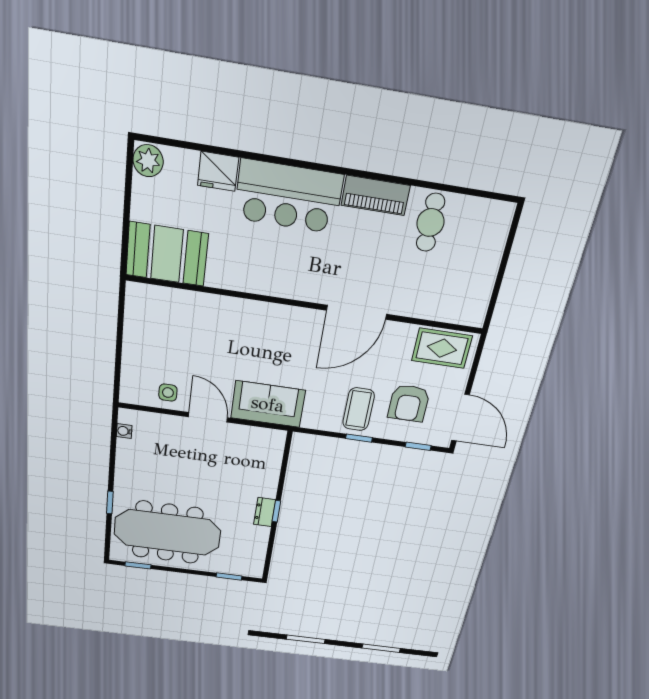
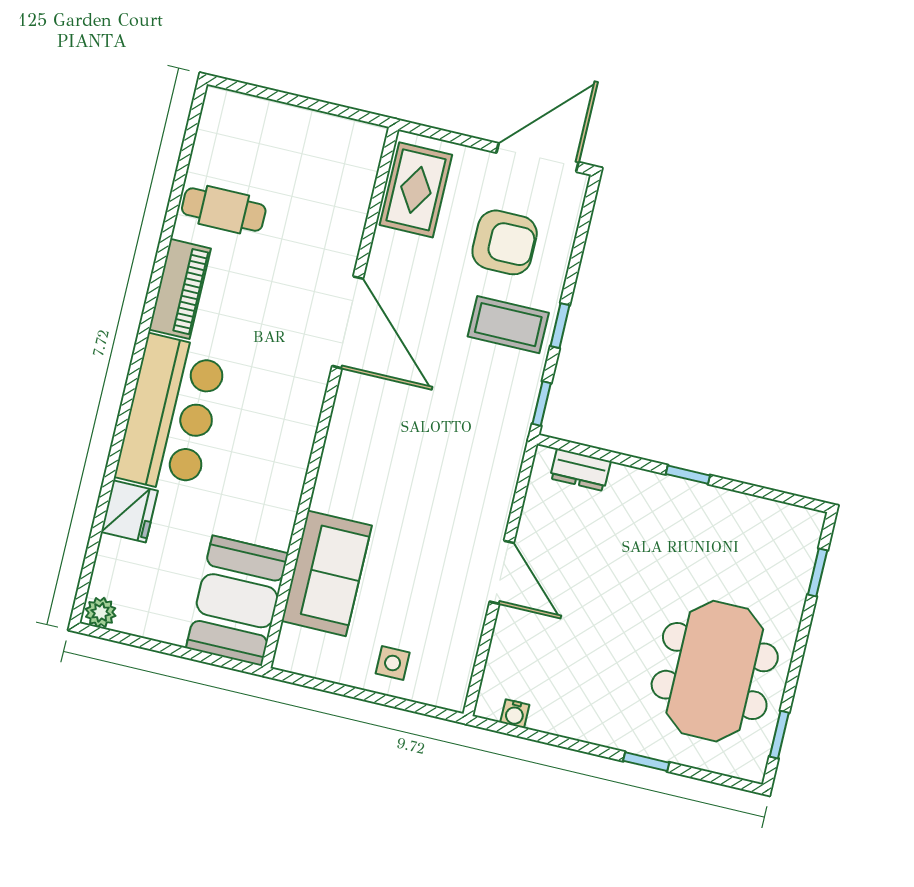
plant: (148, 161) -> (101, 612), width x0.73, depth x0.73
side table: (168, 393) -> (393, 663), moved
sofa: (268, 404) -> (327, 573), moved, turned 180
door: (208, 417) -> (502, 572), swing flipped
window: (418, 446) -> (542, 404), moved
dresser: (265, 512) -> (580, 470), moved
meeting table: (167, 532) -> (715, 671), width x0.73

